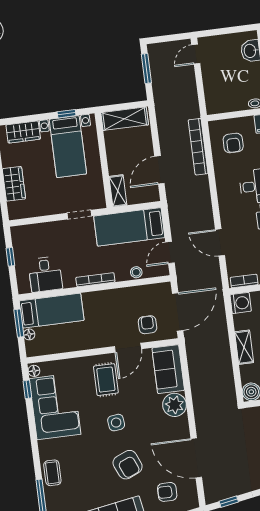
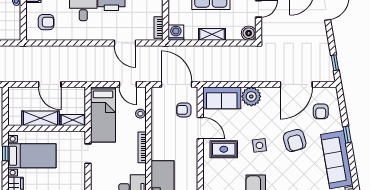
shelving: (125, 119) -> (41, 118), moved, turned 90
bookcase: (198, 147) -> (45, 51), removed
door: (159, 170) -> (50, 84), moved
door: (220, 242) -> (125, 43), hinge flipped
armchair: (128, 465) -> (295, 140), turned 97

